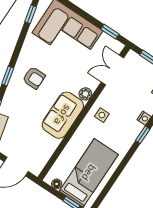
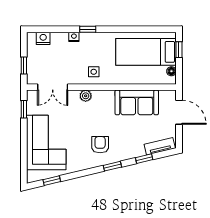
sofa: (63, 115) -> (137, 102), moved

